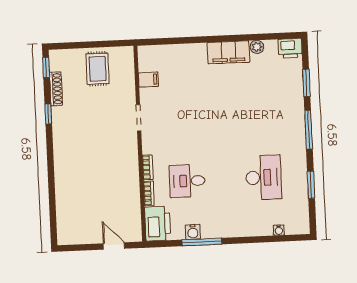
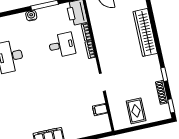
wardrobe: (65, 178) -> (145, 32), added
water cooler: (193, 232) -> (31, 16), moved

